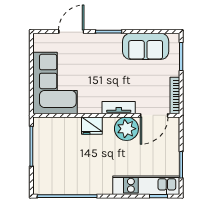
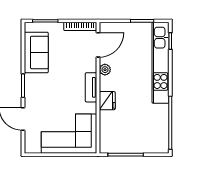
tv unit: (119, 108) -> (91, 87), moved
door: (154, 115) -> (98, 45), hinge flipped
plant: (126, 129) -> (105, 70), width x0.53, depth x0.53
kitchen unit: (146, 185) -> (161, 63), width x1.36

